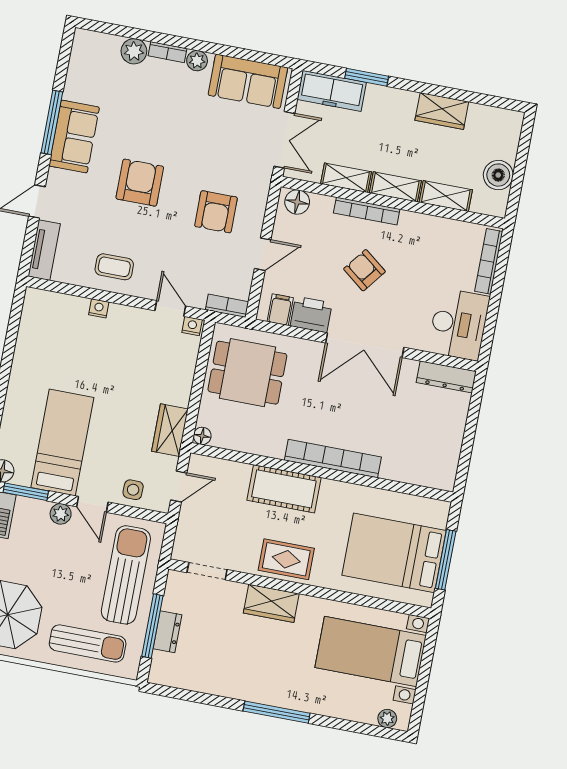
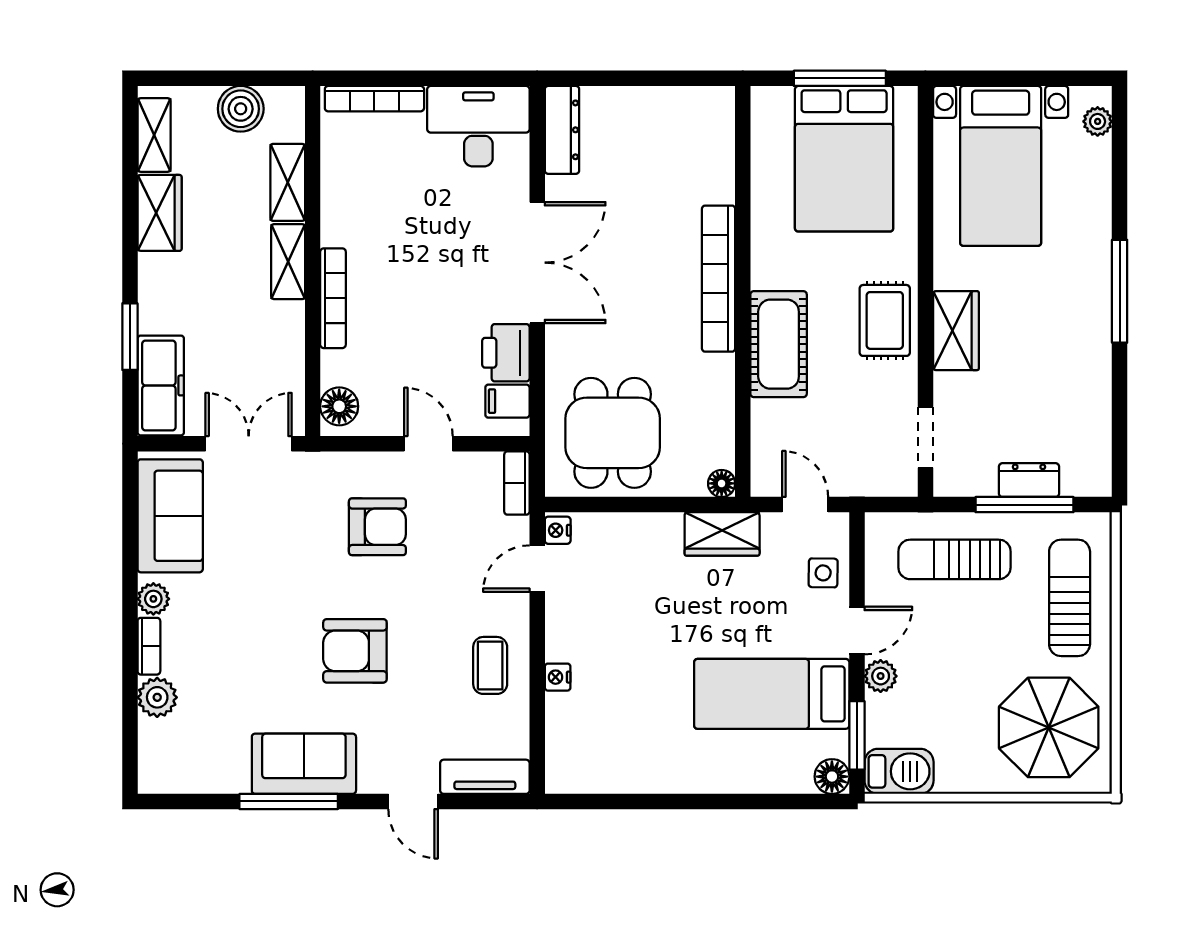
shelving: (346, 178) -> (154, 135), moved
armchair: (364, 270) -> (423, 285), removed
sun lounger: (126, 575) -> (954, 559), width x0.73, depth x0.75

